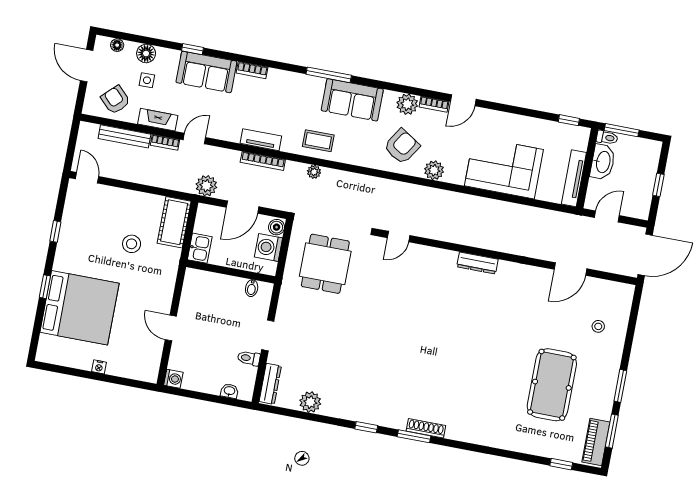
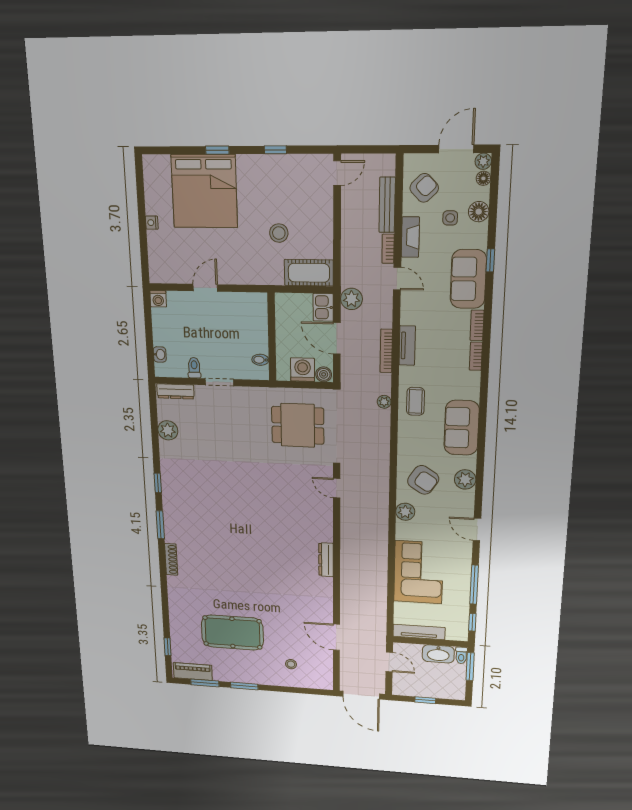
plant: (102, 43) -> (483, 161), added
window: (329, 75) -> (474, 585), moved
bookcase: (434, 104) -> (476, 356), moved
kitchen sink: (200, 248) -> (323, 307), moved, turned 90
shoe rack: (426, 428) -> (171, 559), moved

